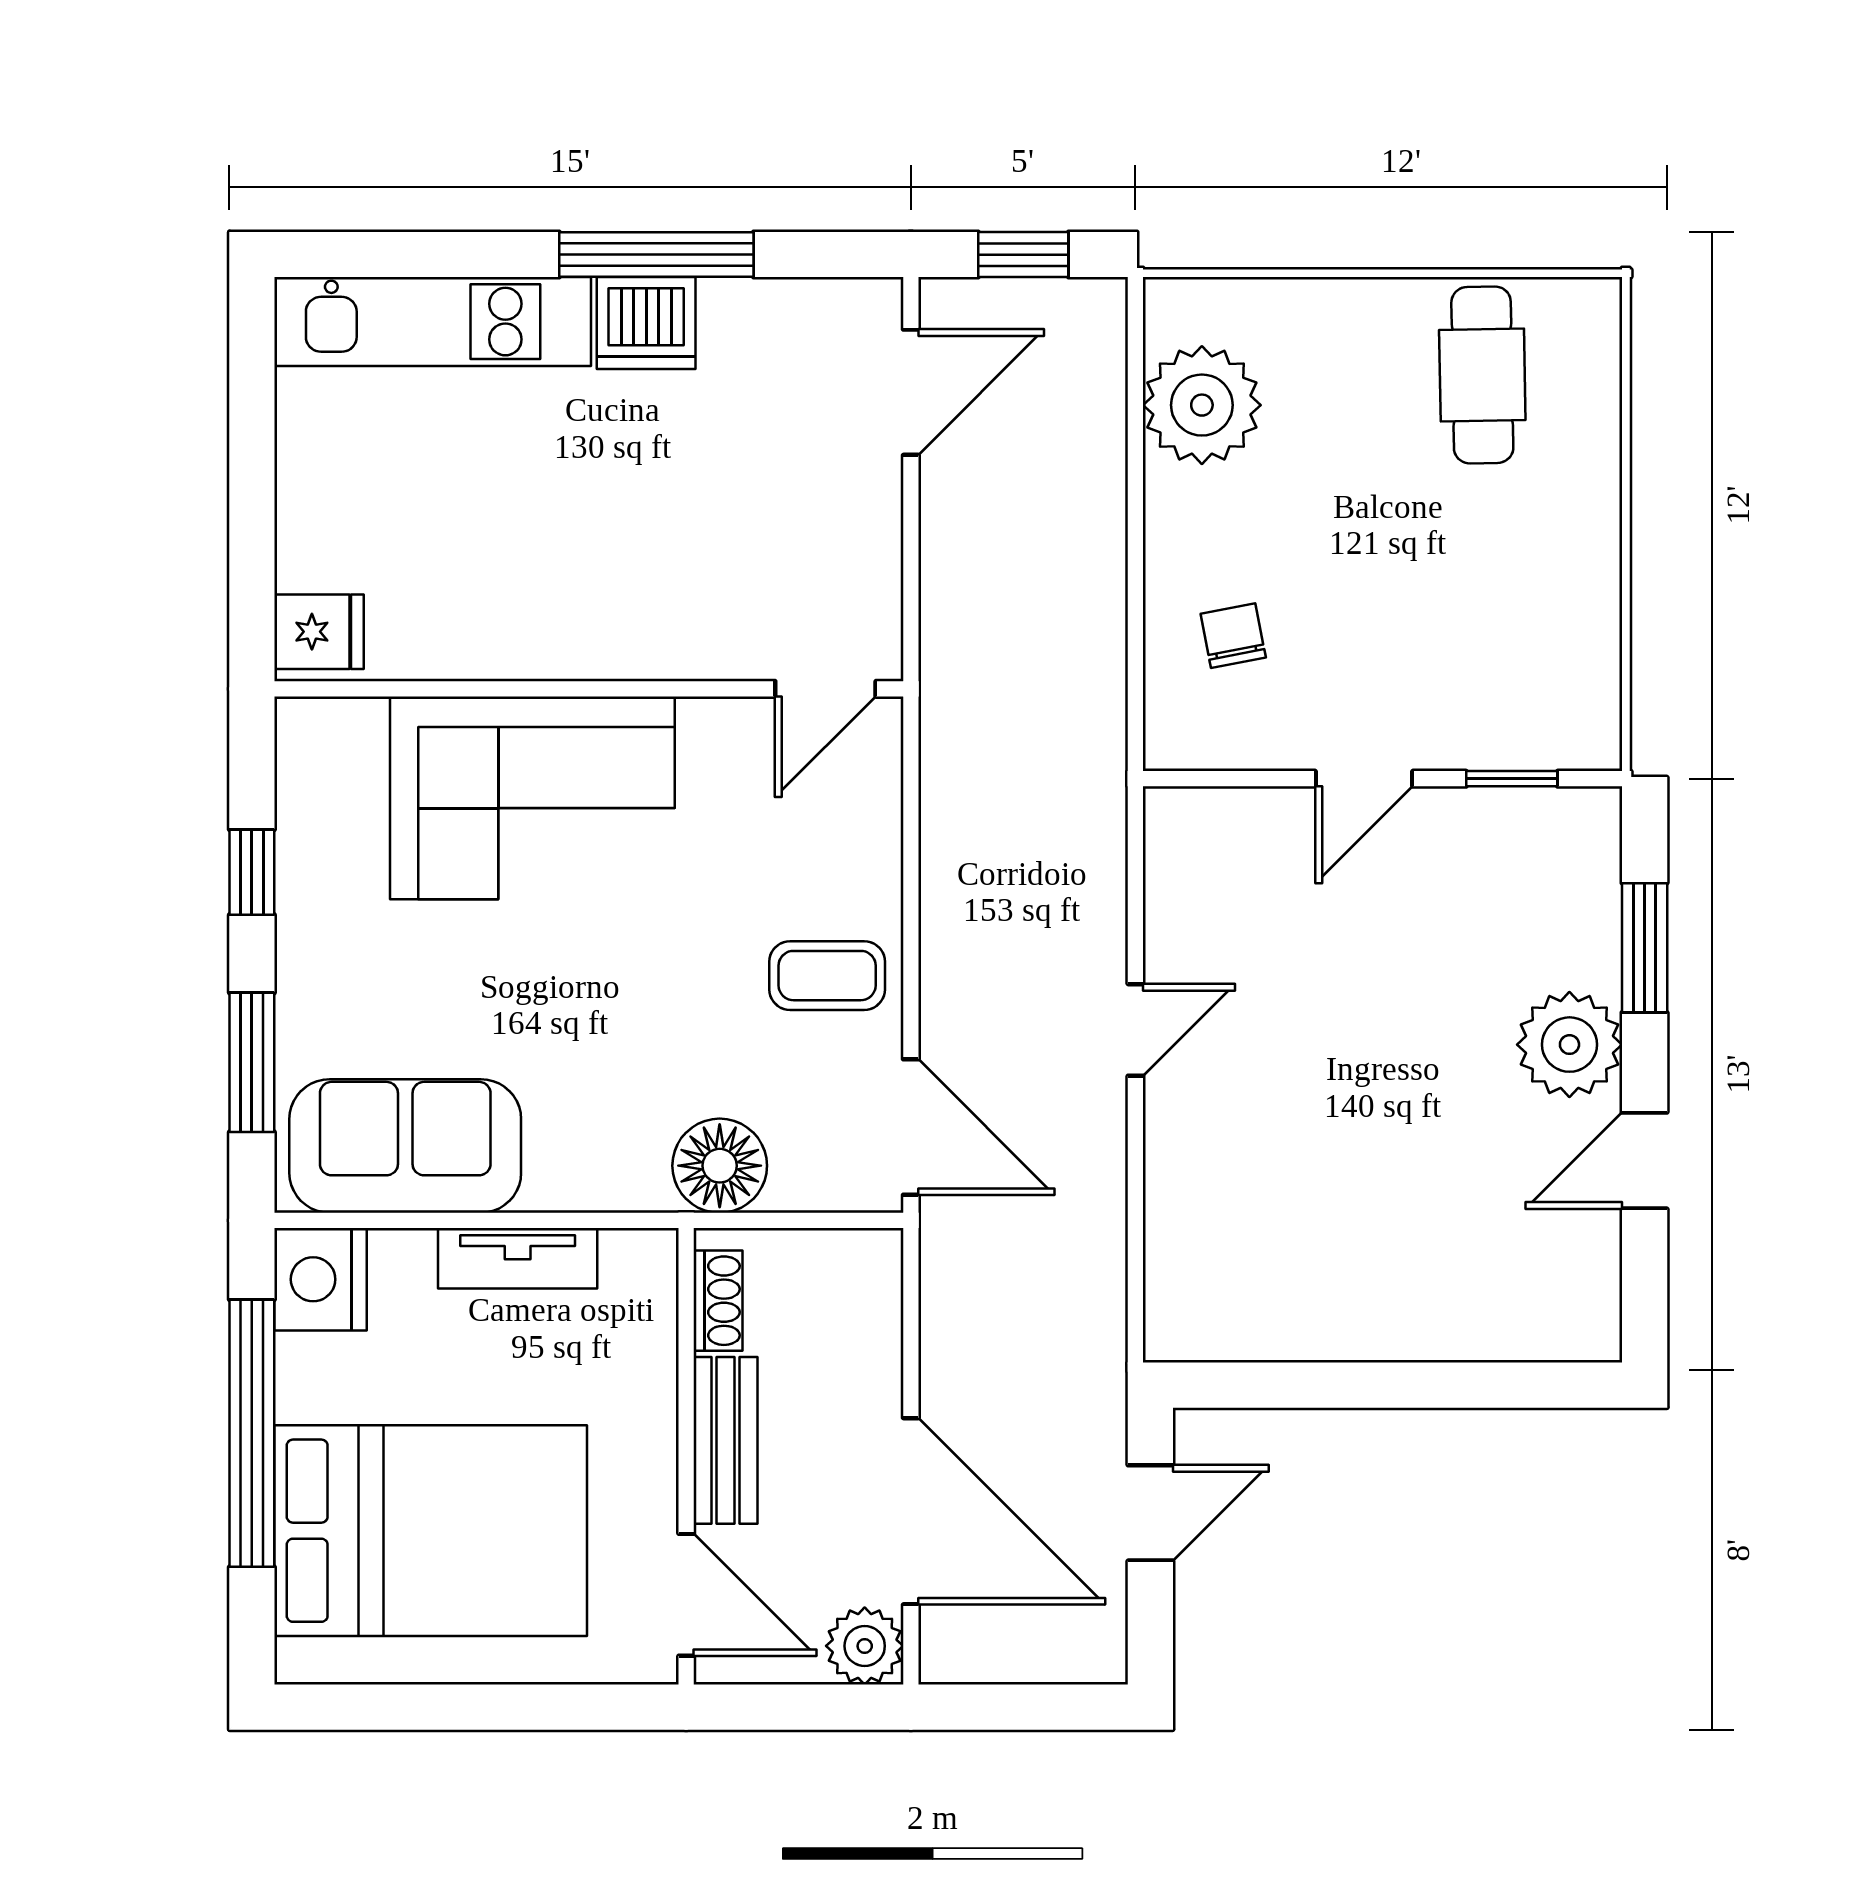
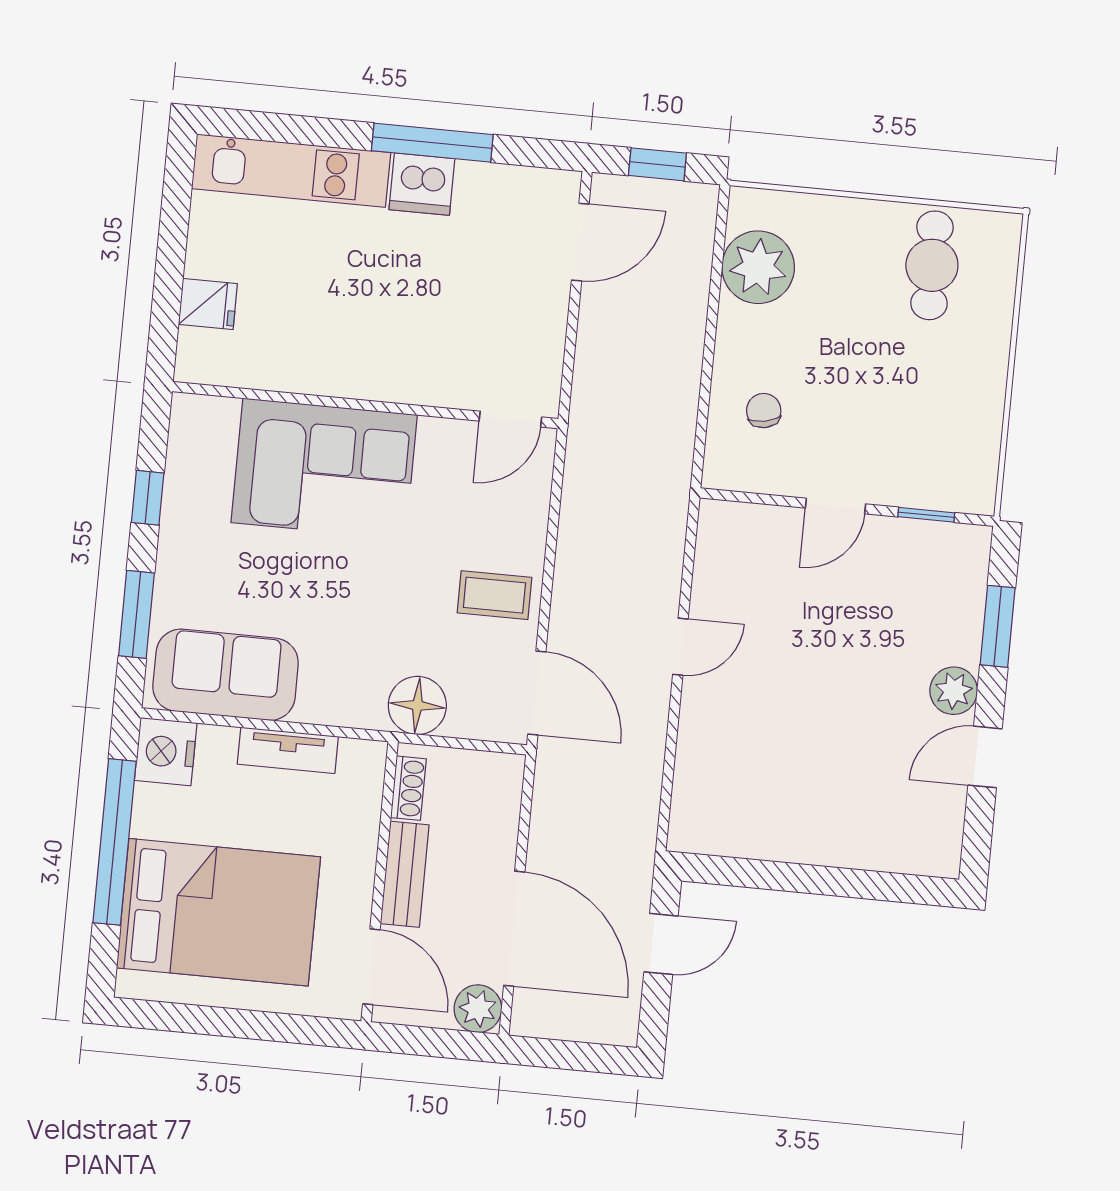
fridge: (319, 632) -> (208, 304), moved
plant: (1569, 1045) -> (954, 691), width x0.73, depth x0.73

